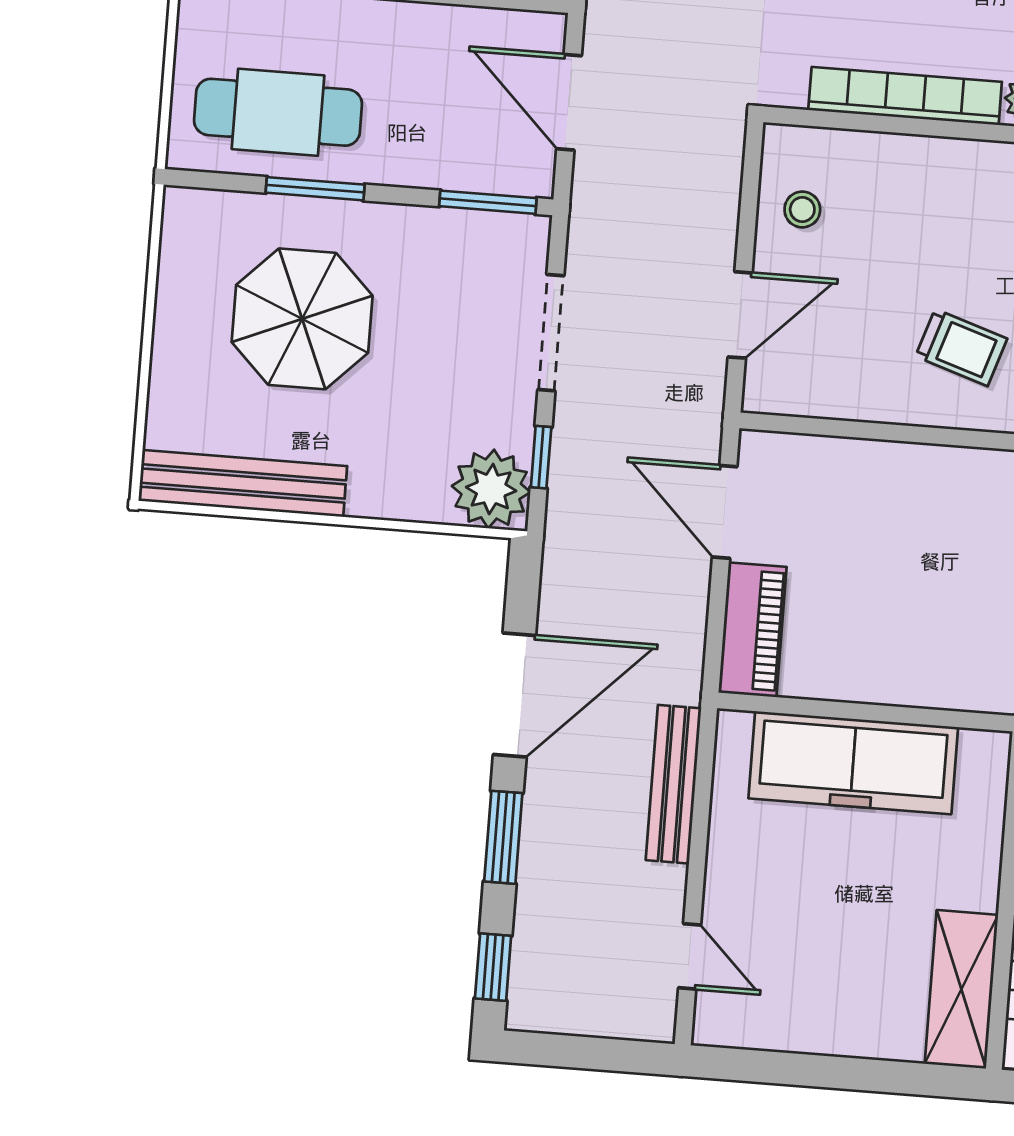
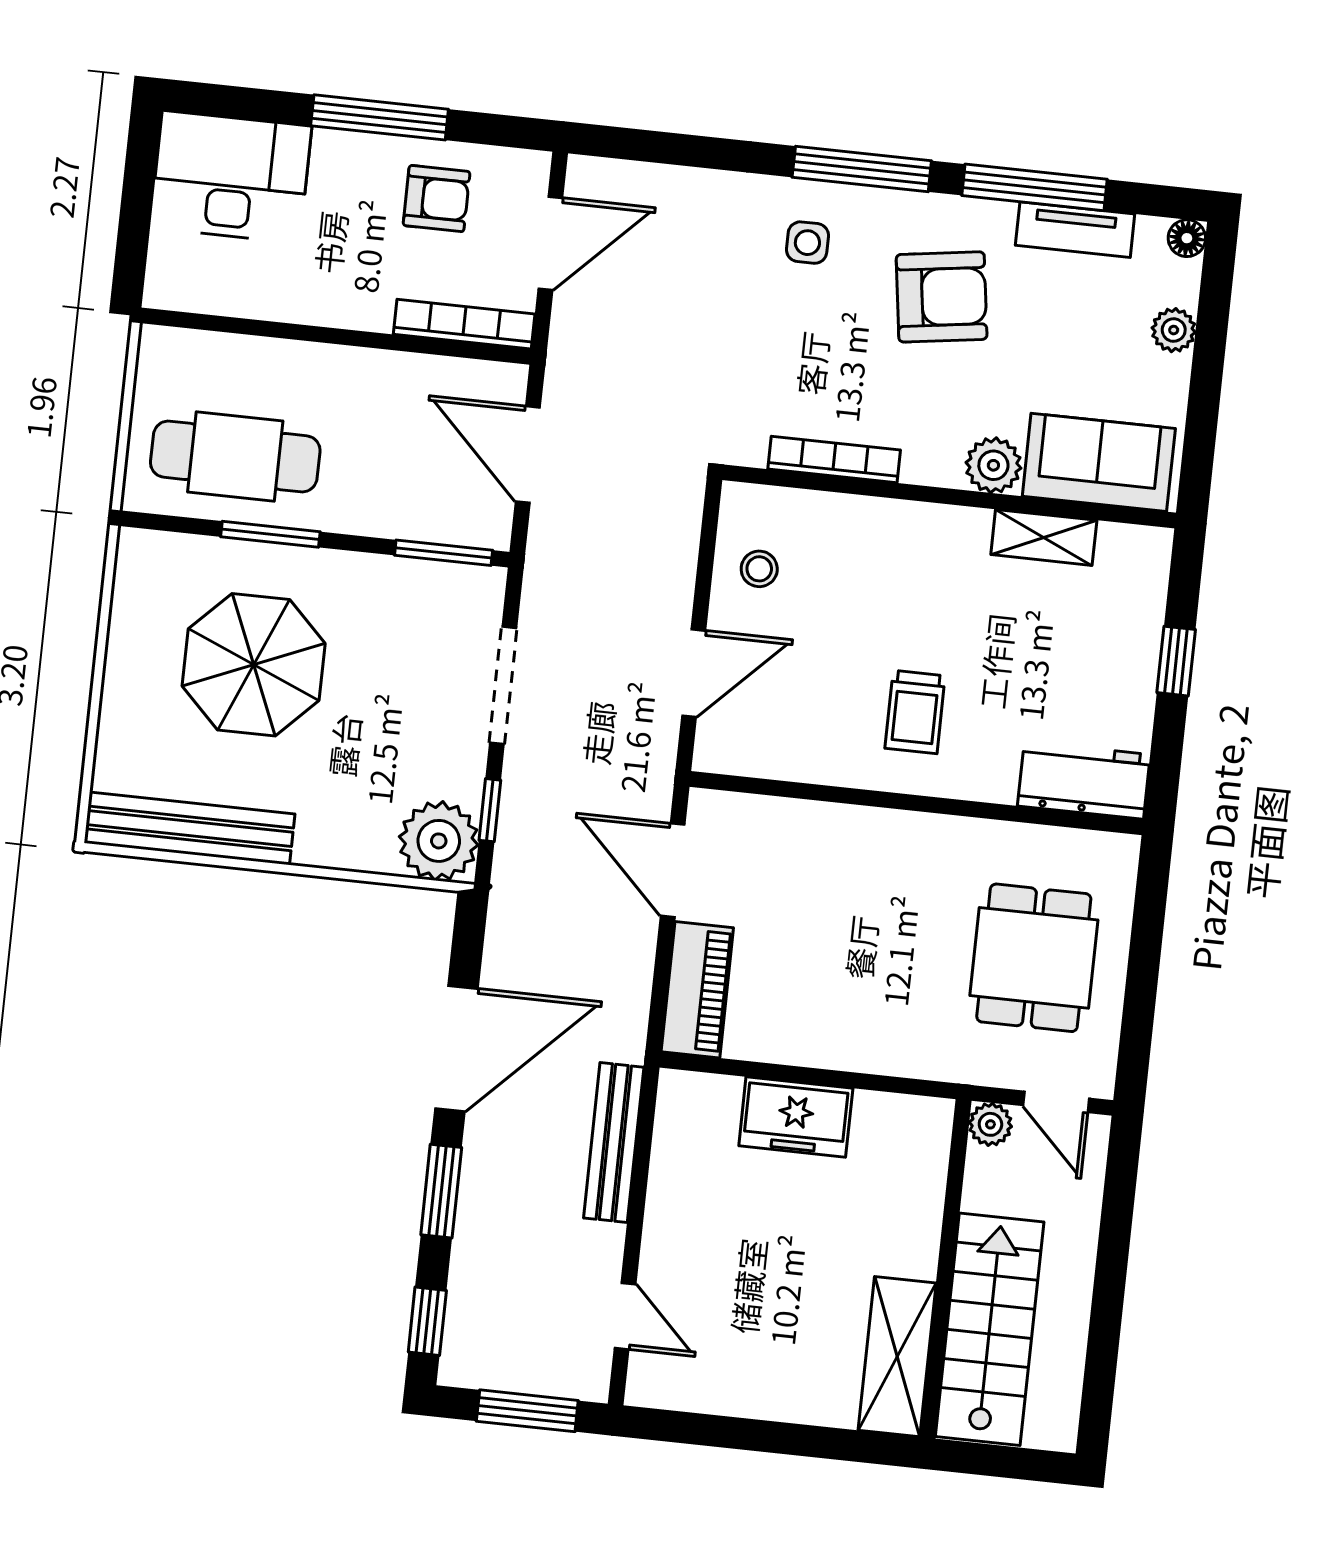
bookcase: (905, 96) -> (834, 460), width x0.68, depth x0.76
trolley: (961, 348) -> (915, 712), turned 72
freezer: (853, 763) -> (796, 1117), width x0.52, depth x0.79
window: (595, 1053) -> (527, 1411), added

